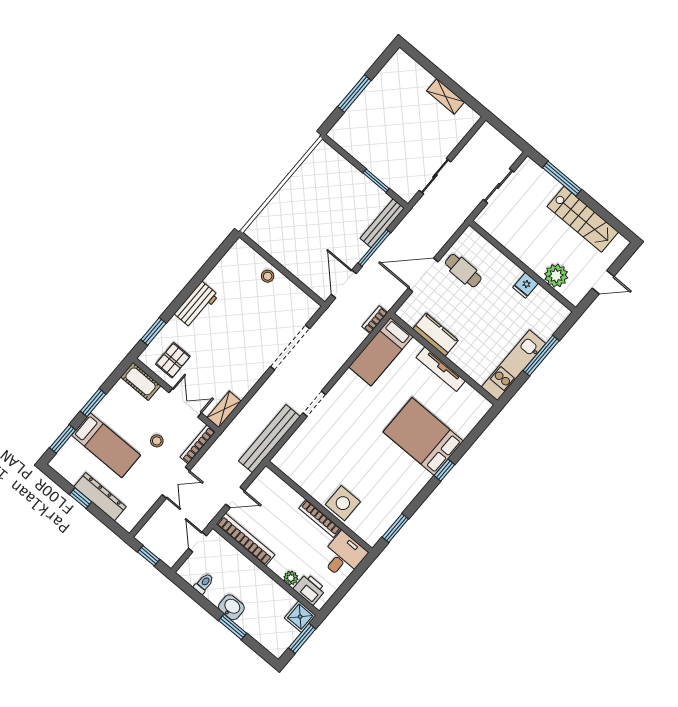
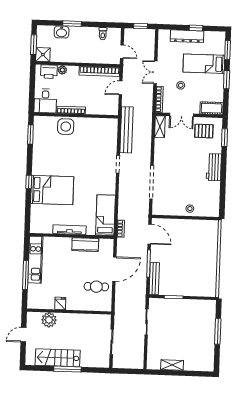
window: (562, 179) -> (67, 369), moved
pallet: (173, 360) -> (204, 131), turned 90
washbasin: (231, 607) -> (62, 32), moved

